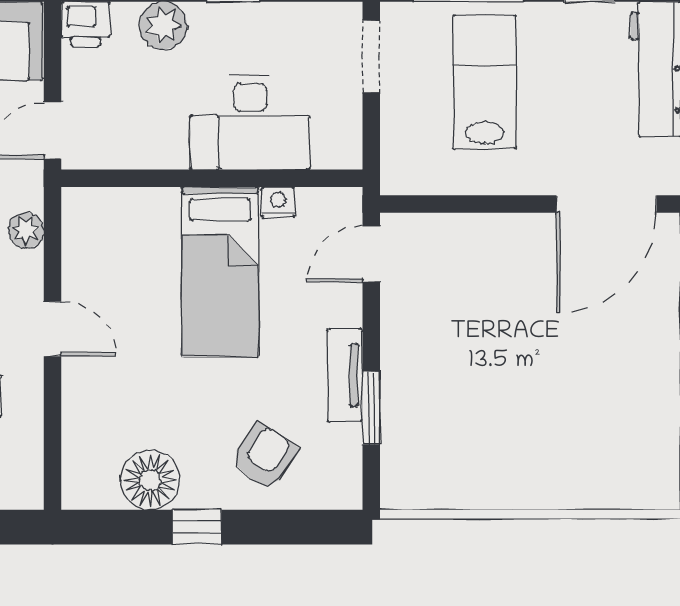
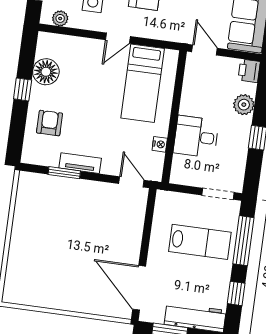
desk: (250, 123) -> (196, 137), width x0.73
plant: (26, 230) -> (60, 18), moved
bed: (220, 272) -> (143, 83), moved, turned -90
armchair: (264, 456) -> (50, 123), turned -124

